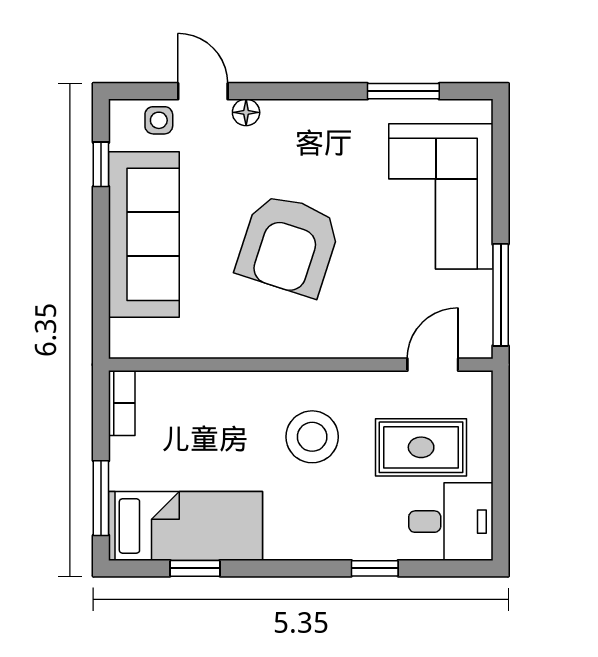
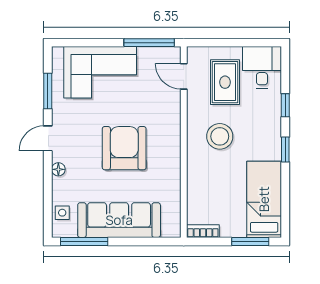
door: (203, 91) -> (48, 138), moved
window: (101, 164) -> (84, 241), width x2.17
armchair: (288, 245) -> (124, 148), turned -108
window: (195, 568) -> (285, 149), moved

